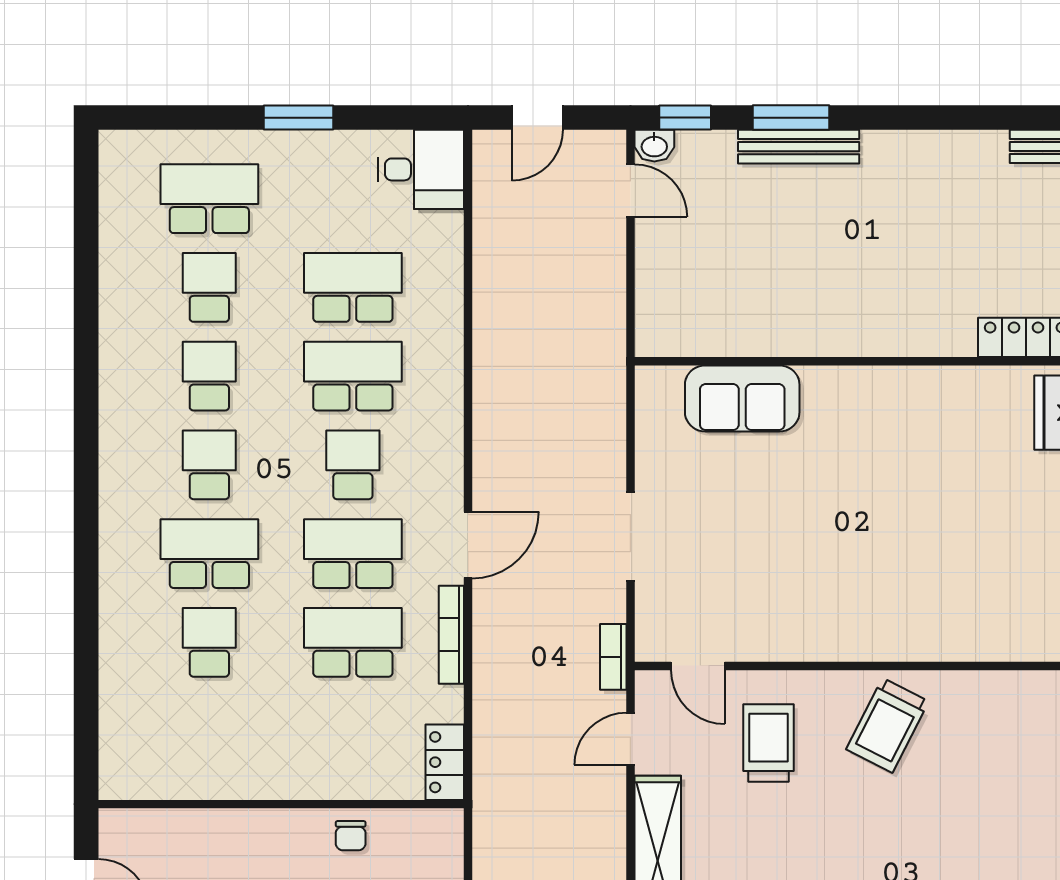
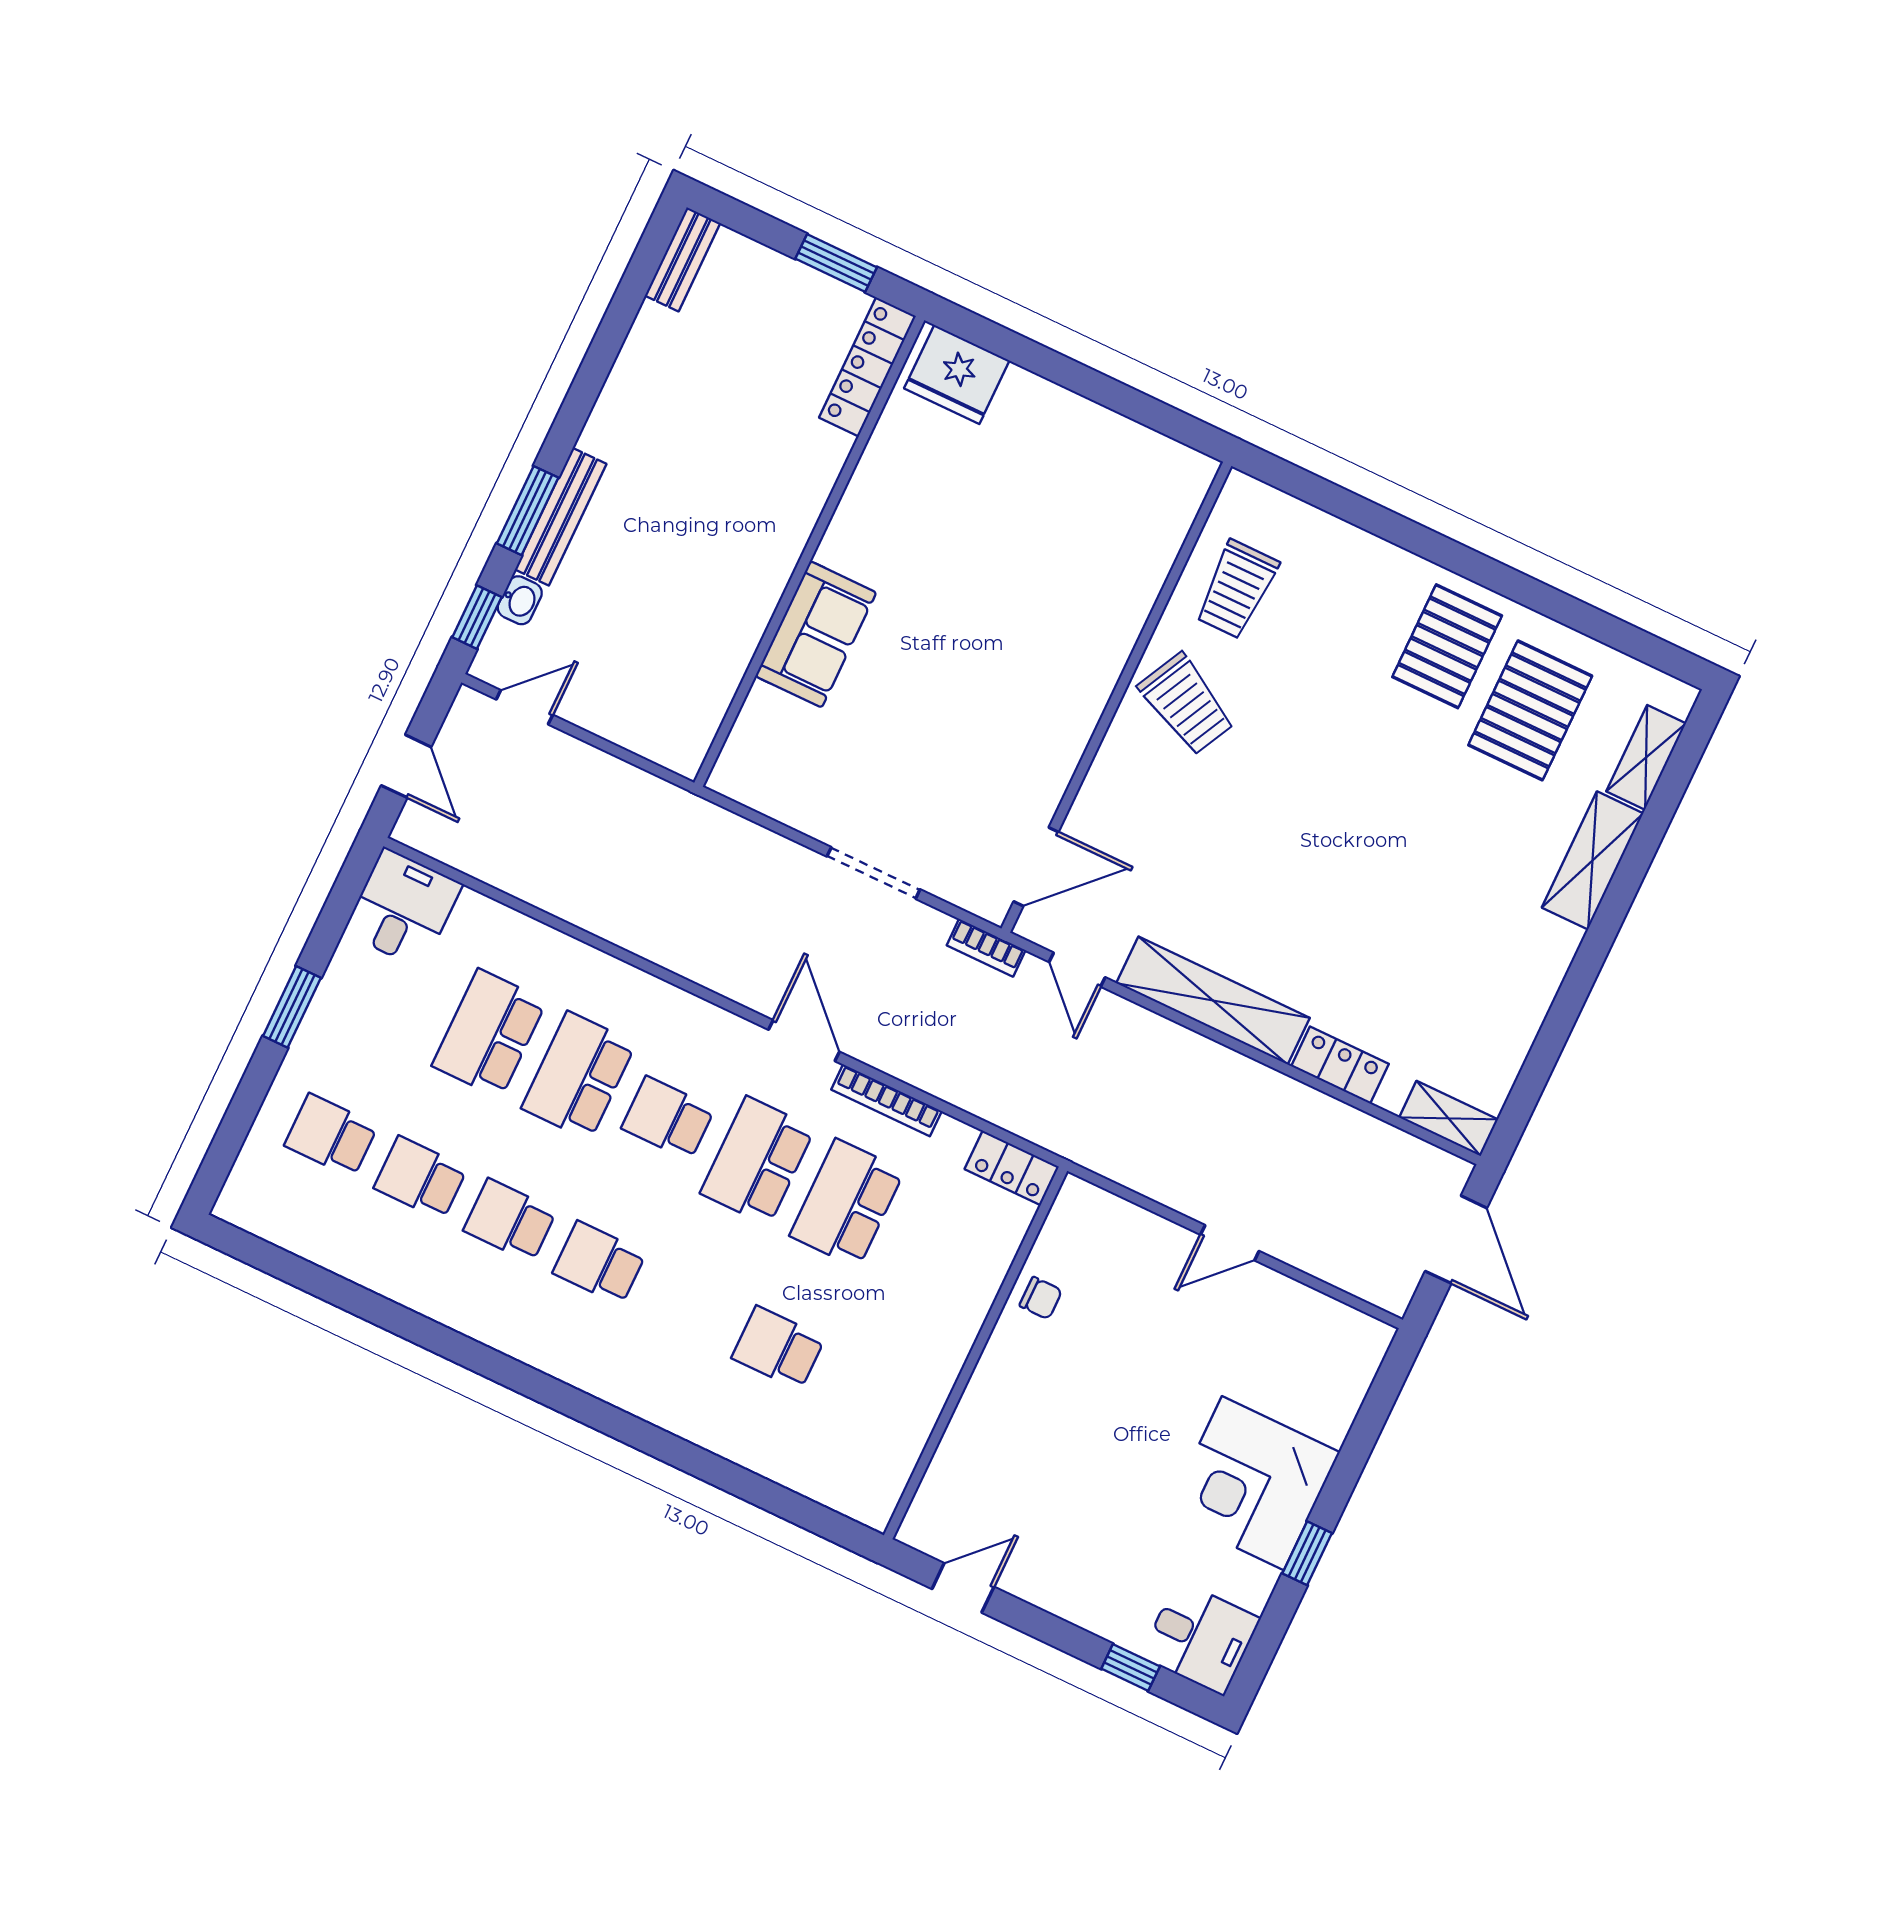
washbasin: (654, 146) -> (520, 600), moved
school desk: (209, 199) -> (331, 1136), width x0.54
sofa: (742, 398) -> (816, 634), moved
school desk: (209, 554) -> (689, 1305), removed
door: (698, 666) -> (1036, 867), width x1.38
trolley: (769, 743) -> (1237, 589), moved, turned -90

